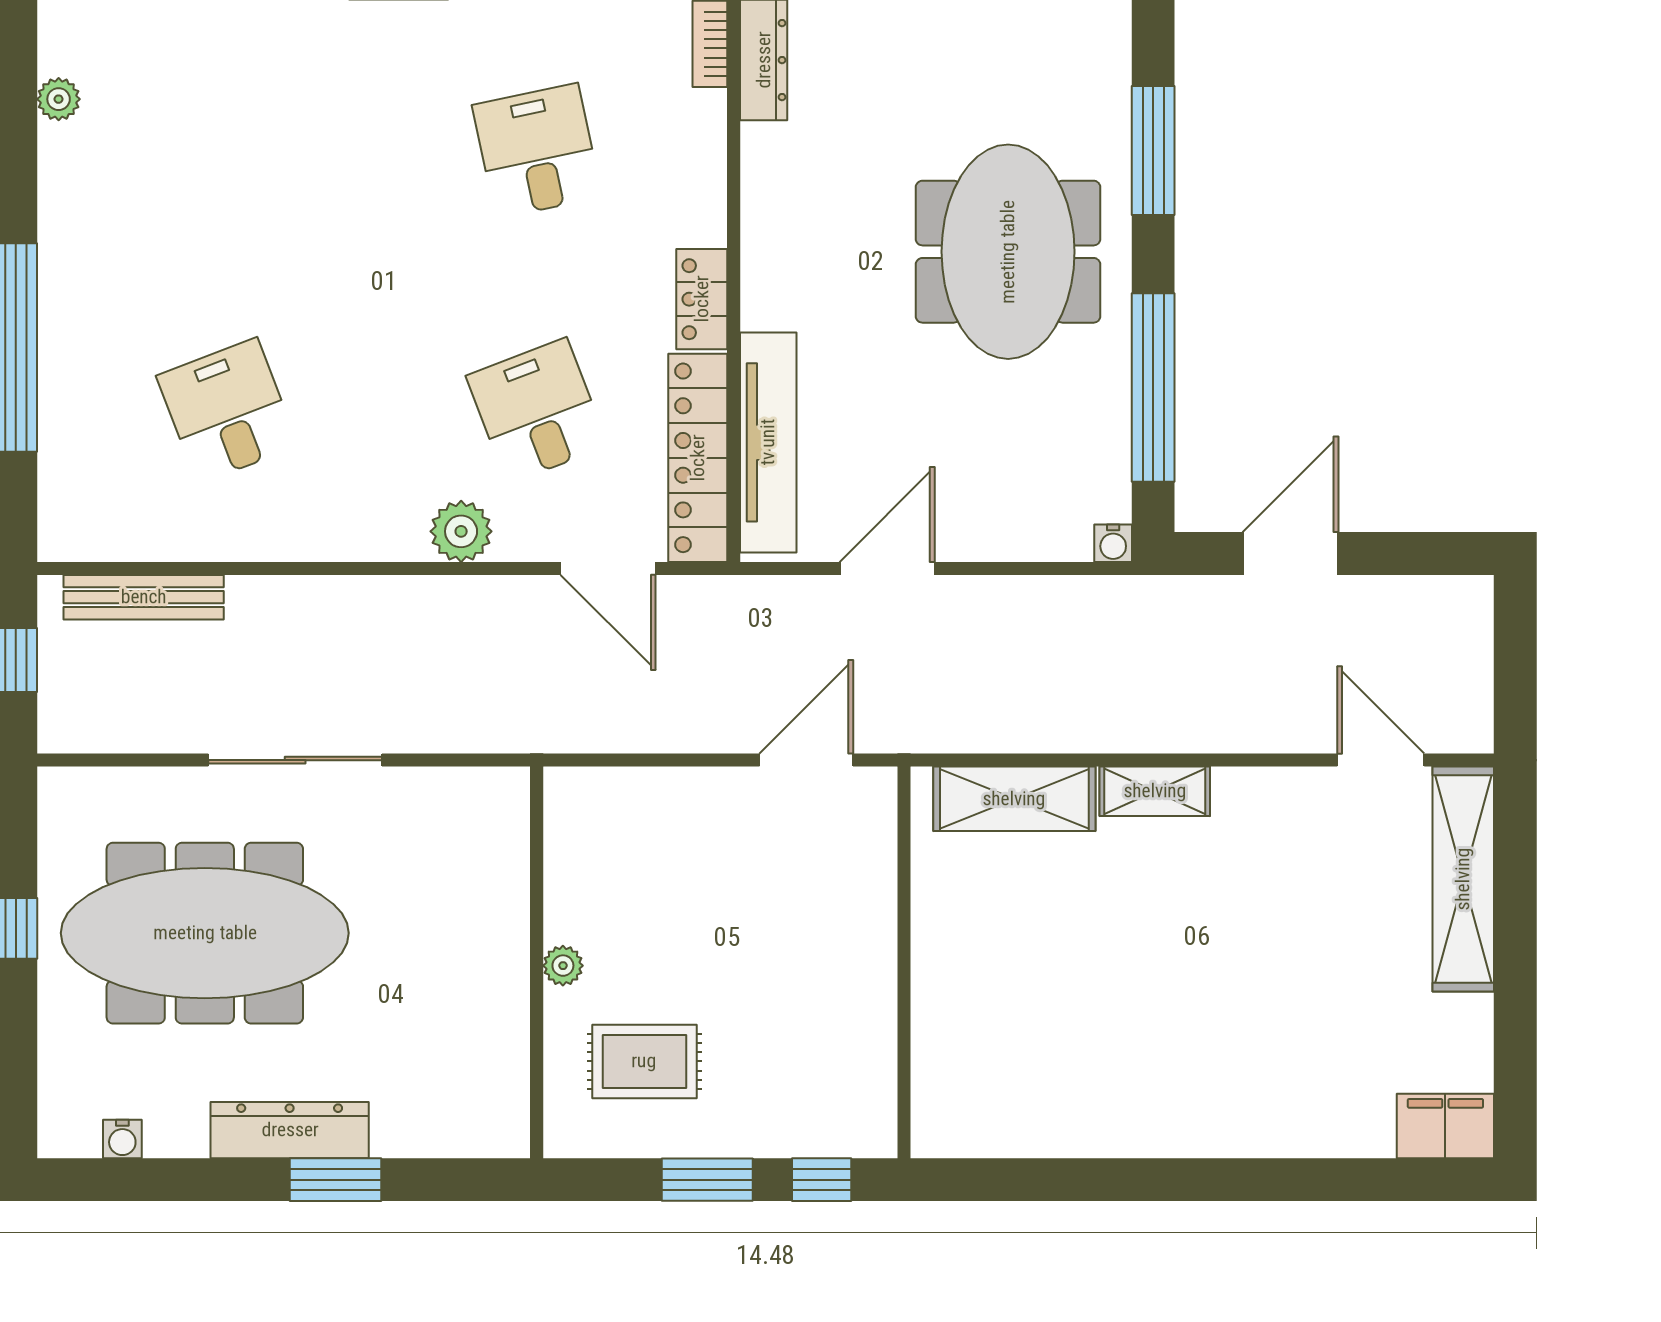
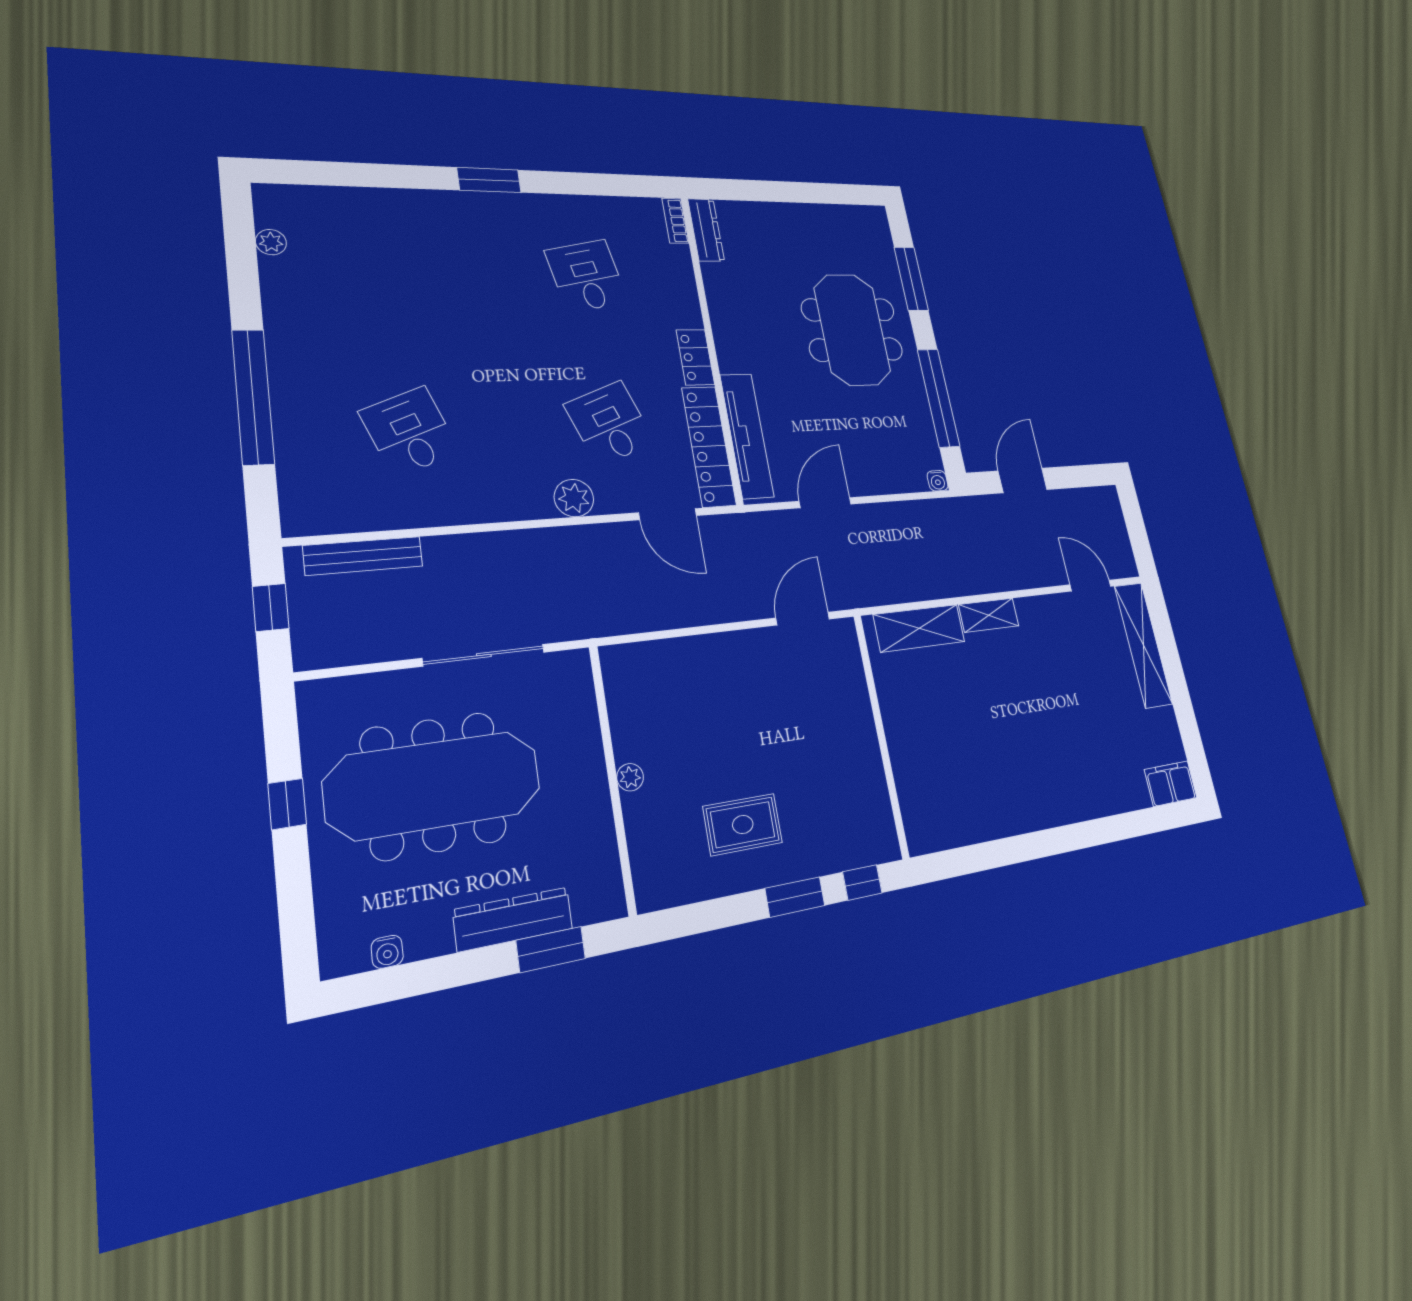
wall: (537, 962) -> (612, 778), moved
plant: (563, 966) -> (630, 777), moved

